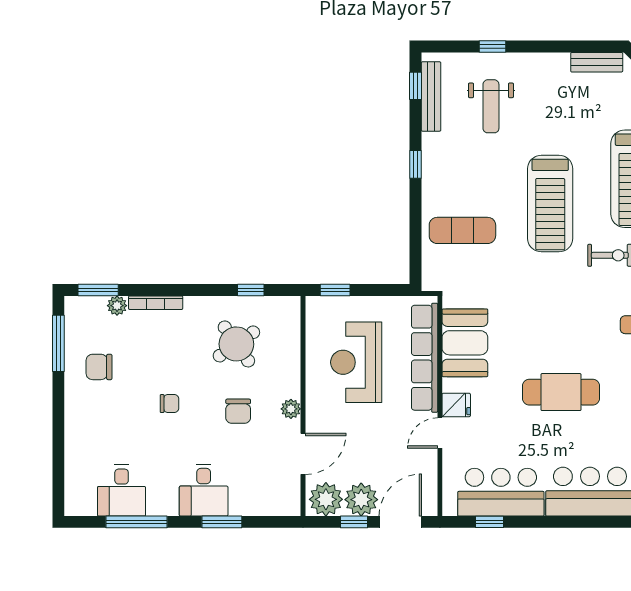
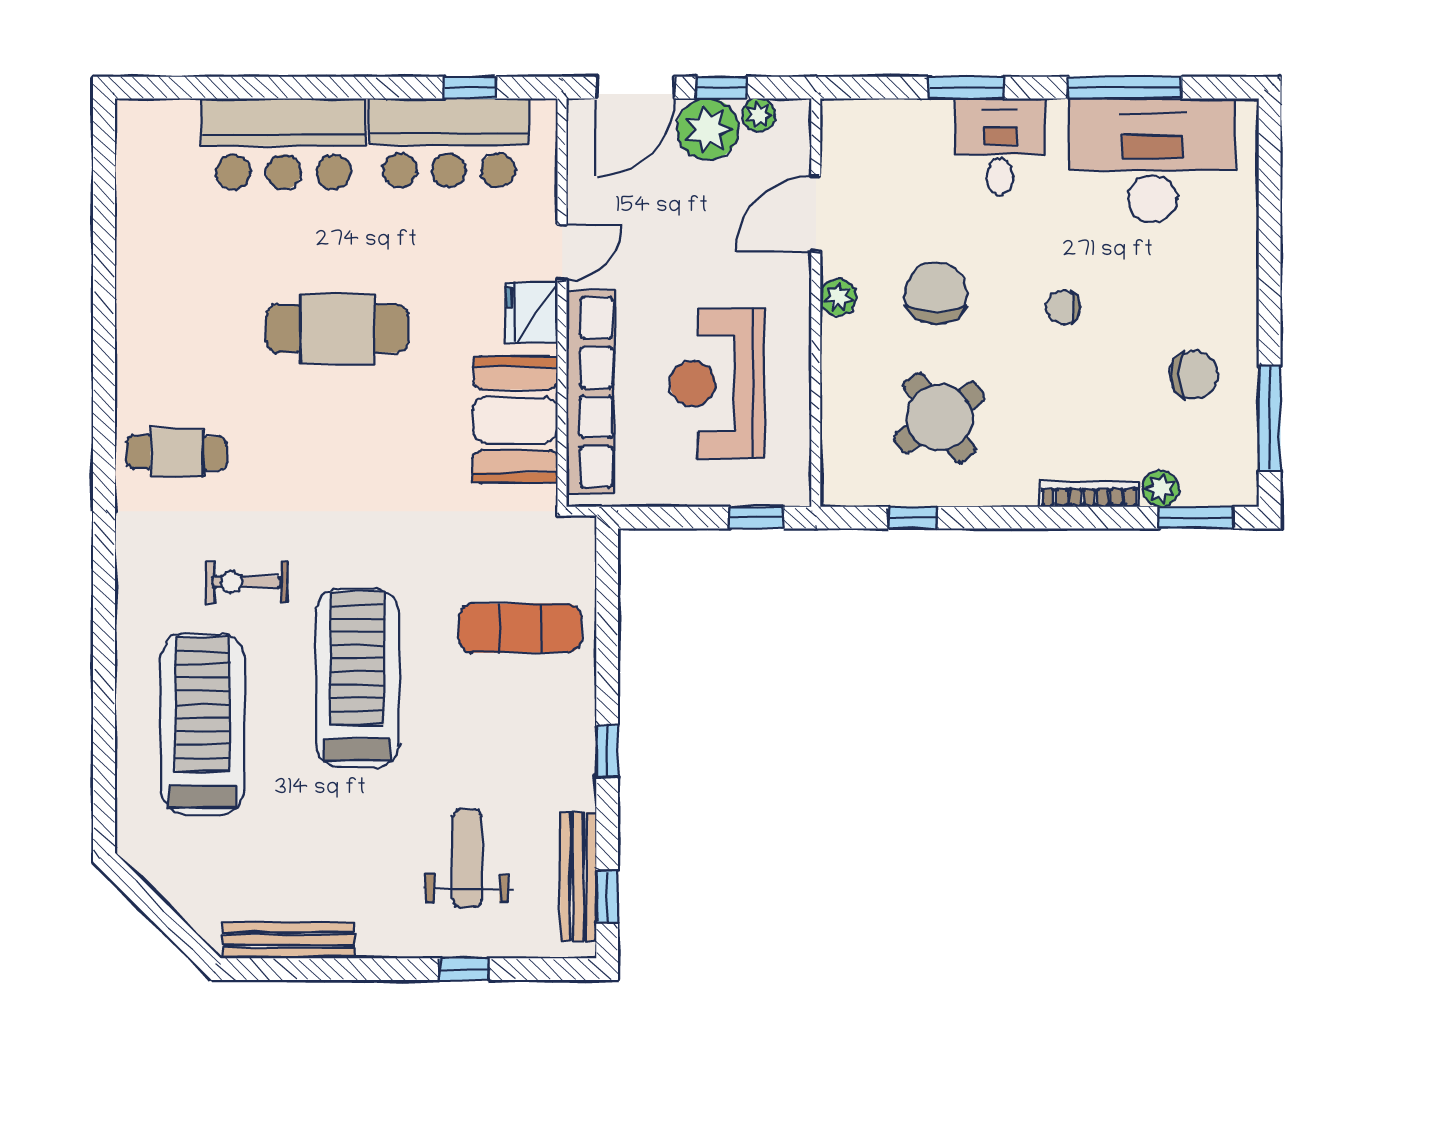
bench: (597, 62) -> (289, 940), width x1.36
reception desk: (356, 362) -> (717, 384), turned 180
fridge: (456, 405) -> (532, 313), width x1.38
chair: (238, 411) -> (936, 293), width x1.37, depth x1.37
desk: (122, 490) -> (1152, 160), width x1.87, depth x1.30
plant: (326, 499) -> (759, 115), width x0.53, depth x0.53

